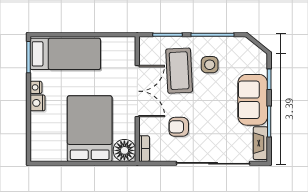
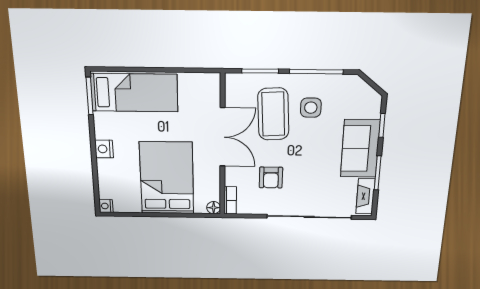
nightstand: (36, 87) -> (106, 206), moved
armchair: (179, 127) -> (271, 178), turned -90
floor lamp: (124, 150) -> (214, 208), width x0.53, depth x0.53

